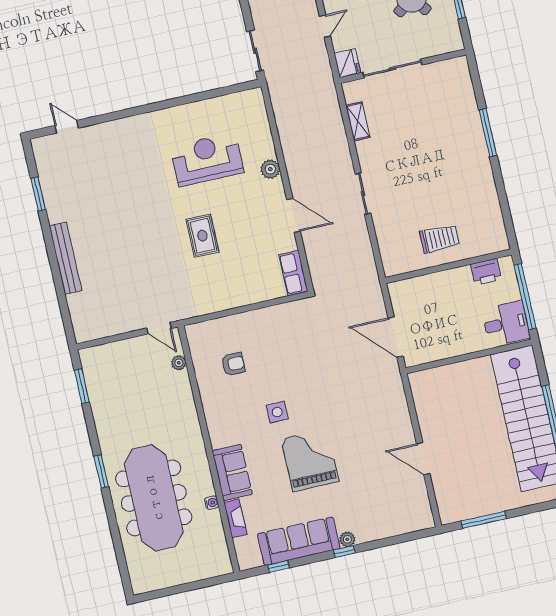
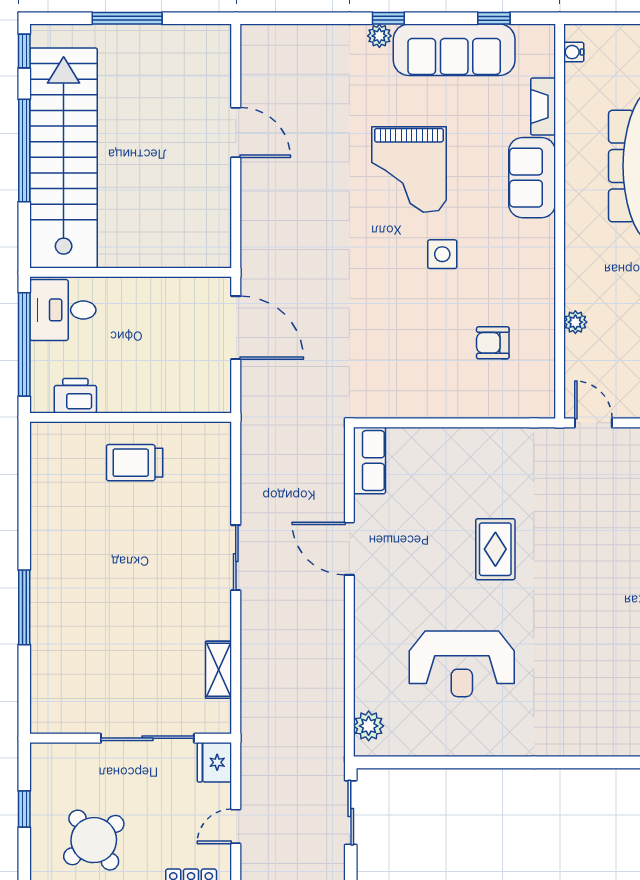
plant: (270, 169) -> (369, 726), moved
plant: (179, 363) -> (575, 322), moved
water cooler: (212, 503) -> (574, 52), moved
window: (484, 520) -> (127, 18), moved

